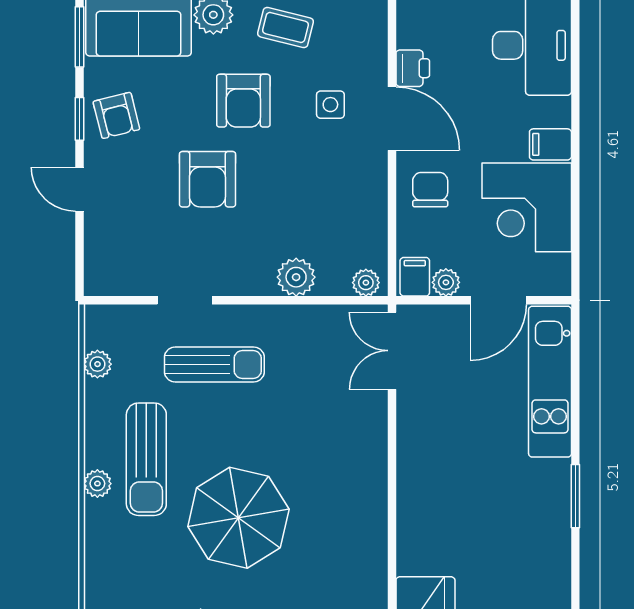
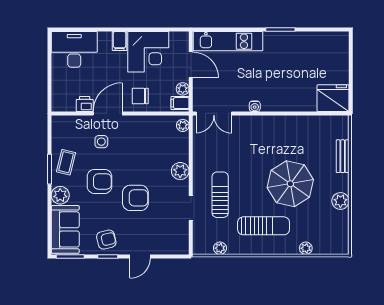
plant: (296, 277) -> (180, 171), moved
water cooler: (408, 440) -> (255, 106), added
plant: (97, 484) -> (306, 248), moved

